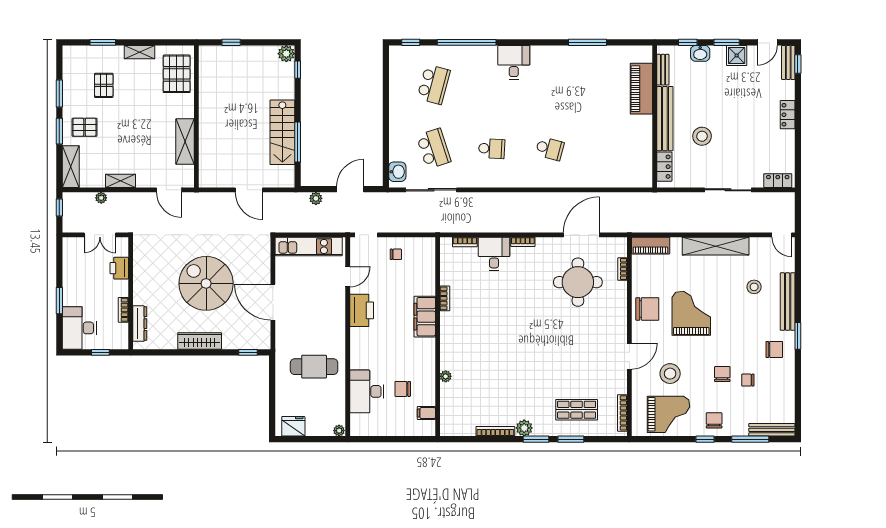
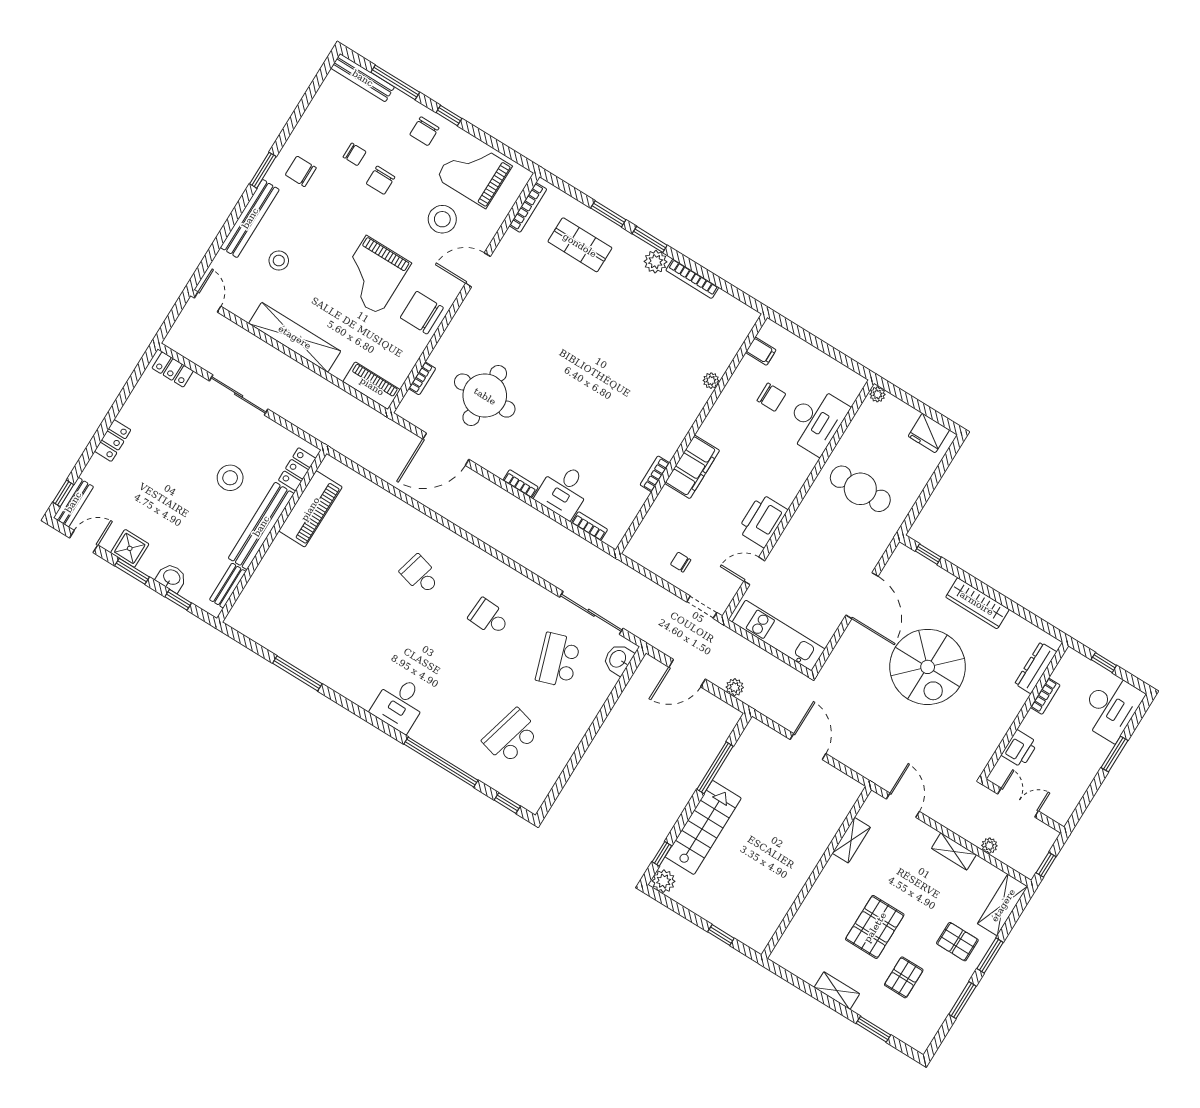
pallet: (177, 74) -> (875, 927), moved
piano: (641, 89) -> (310, 509), moved
stairs: (282, 132) -> (703, 827), moved
shelving: (185, 142) -> (851, 840), width x0.67, depth x0.75

